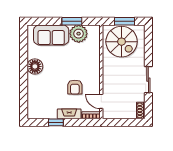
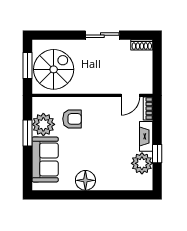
armchair: (75, 87) -> (72, 119), moved
plant: (48, 111) -> (142, 163), added

